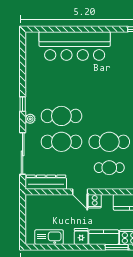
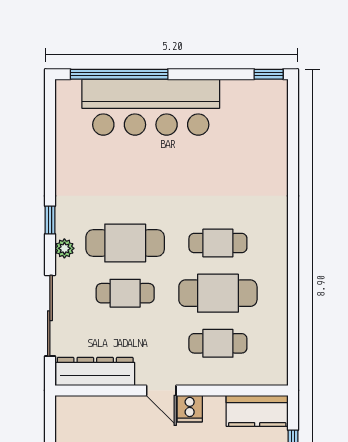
window: (58, 29) -> (119, 74), added
cafe table: (109, 116) -> (218, 243), added
cafe table: (61, 142) -> (125, 293), width x0.73, depth x0.74

